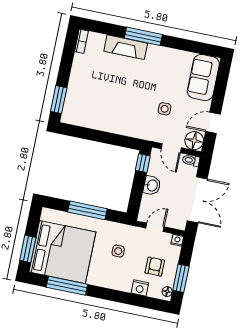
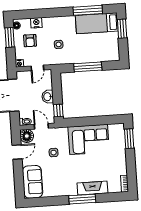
corner sofa: (113, 113) -> (89, 139), added
bed: (62, 252) -> (97, 23), width x0.49

